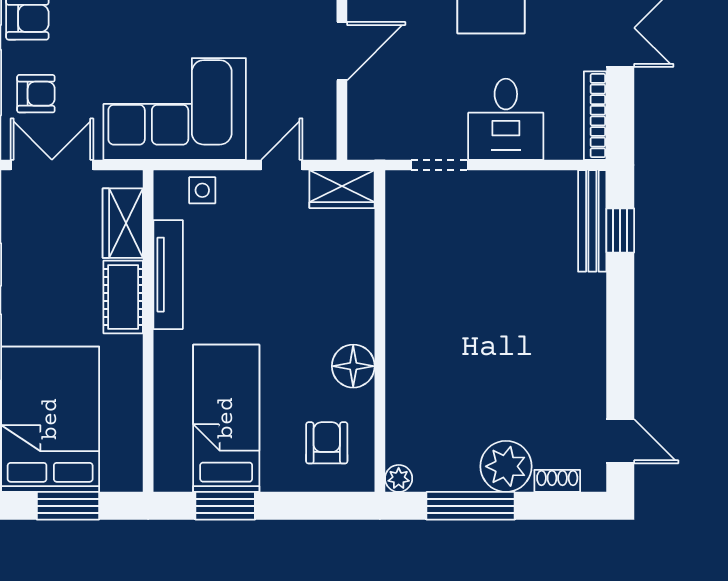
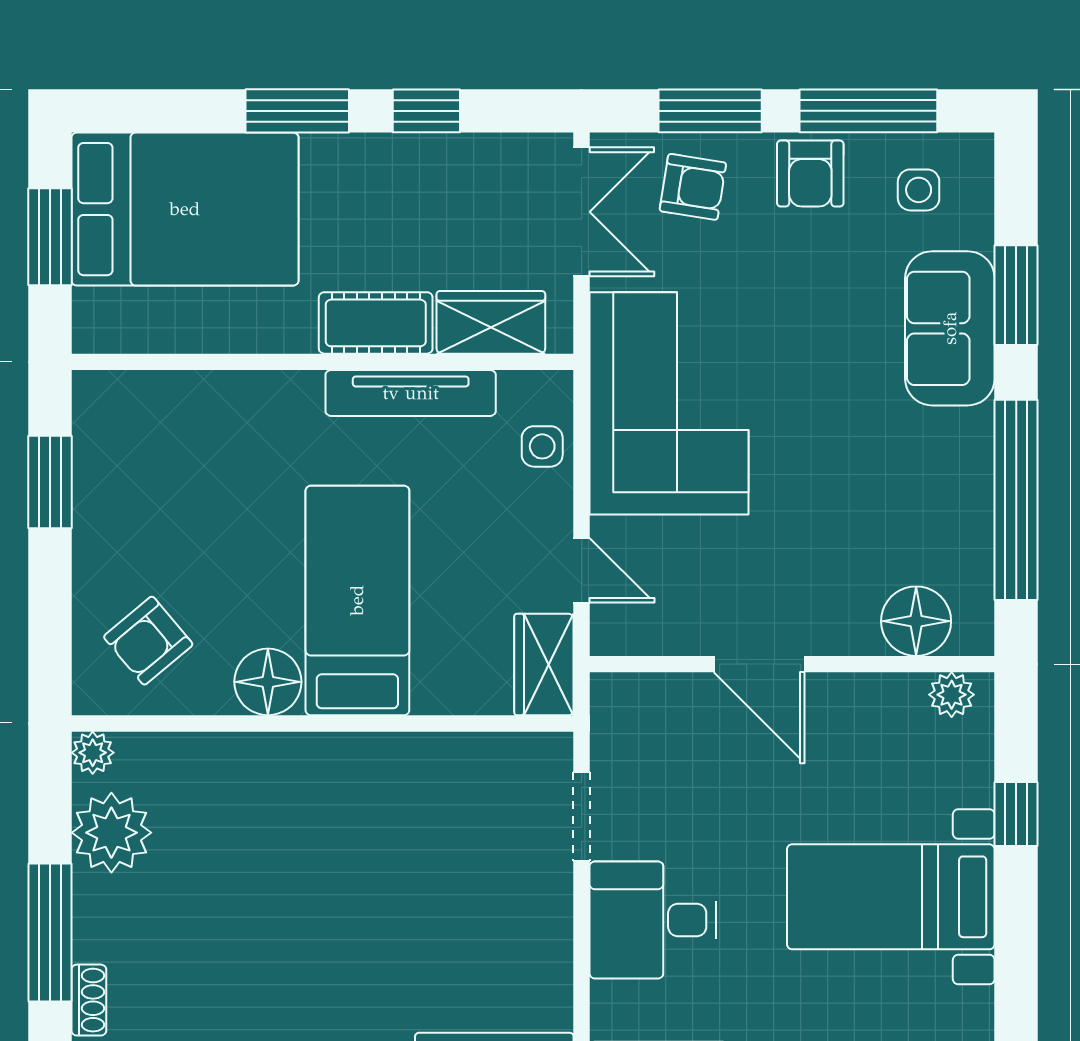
armchair: (36, 94) -> (693, 187), turned -81
bed: (226, 418) -> (357, 600), moved, turned -90
armchair: (327, 443) -> (148, 641), turned 140
plant: (506, 466) -> (111, 833), moved
window: (471, 506) -> (50, 933), moved

